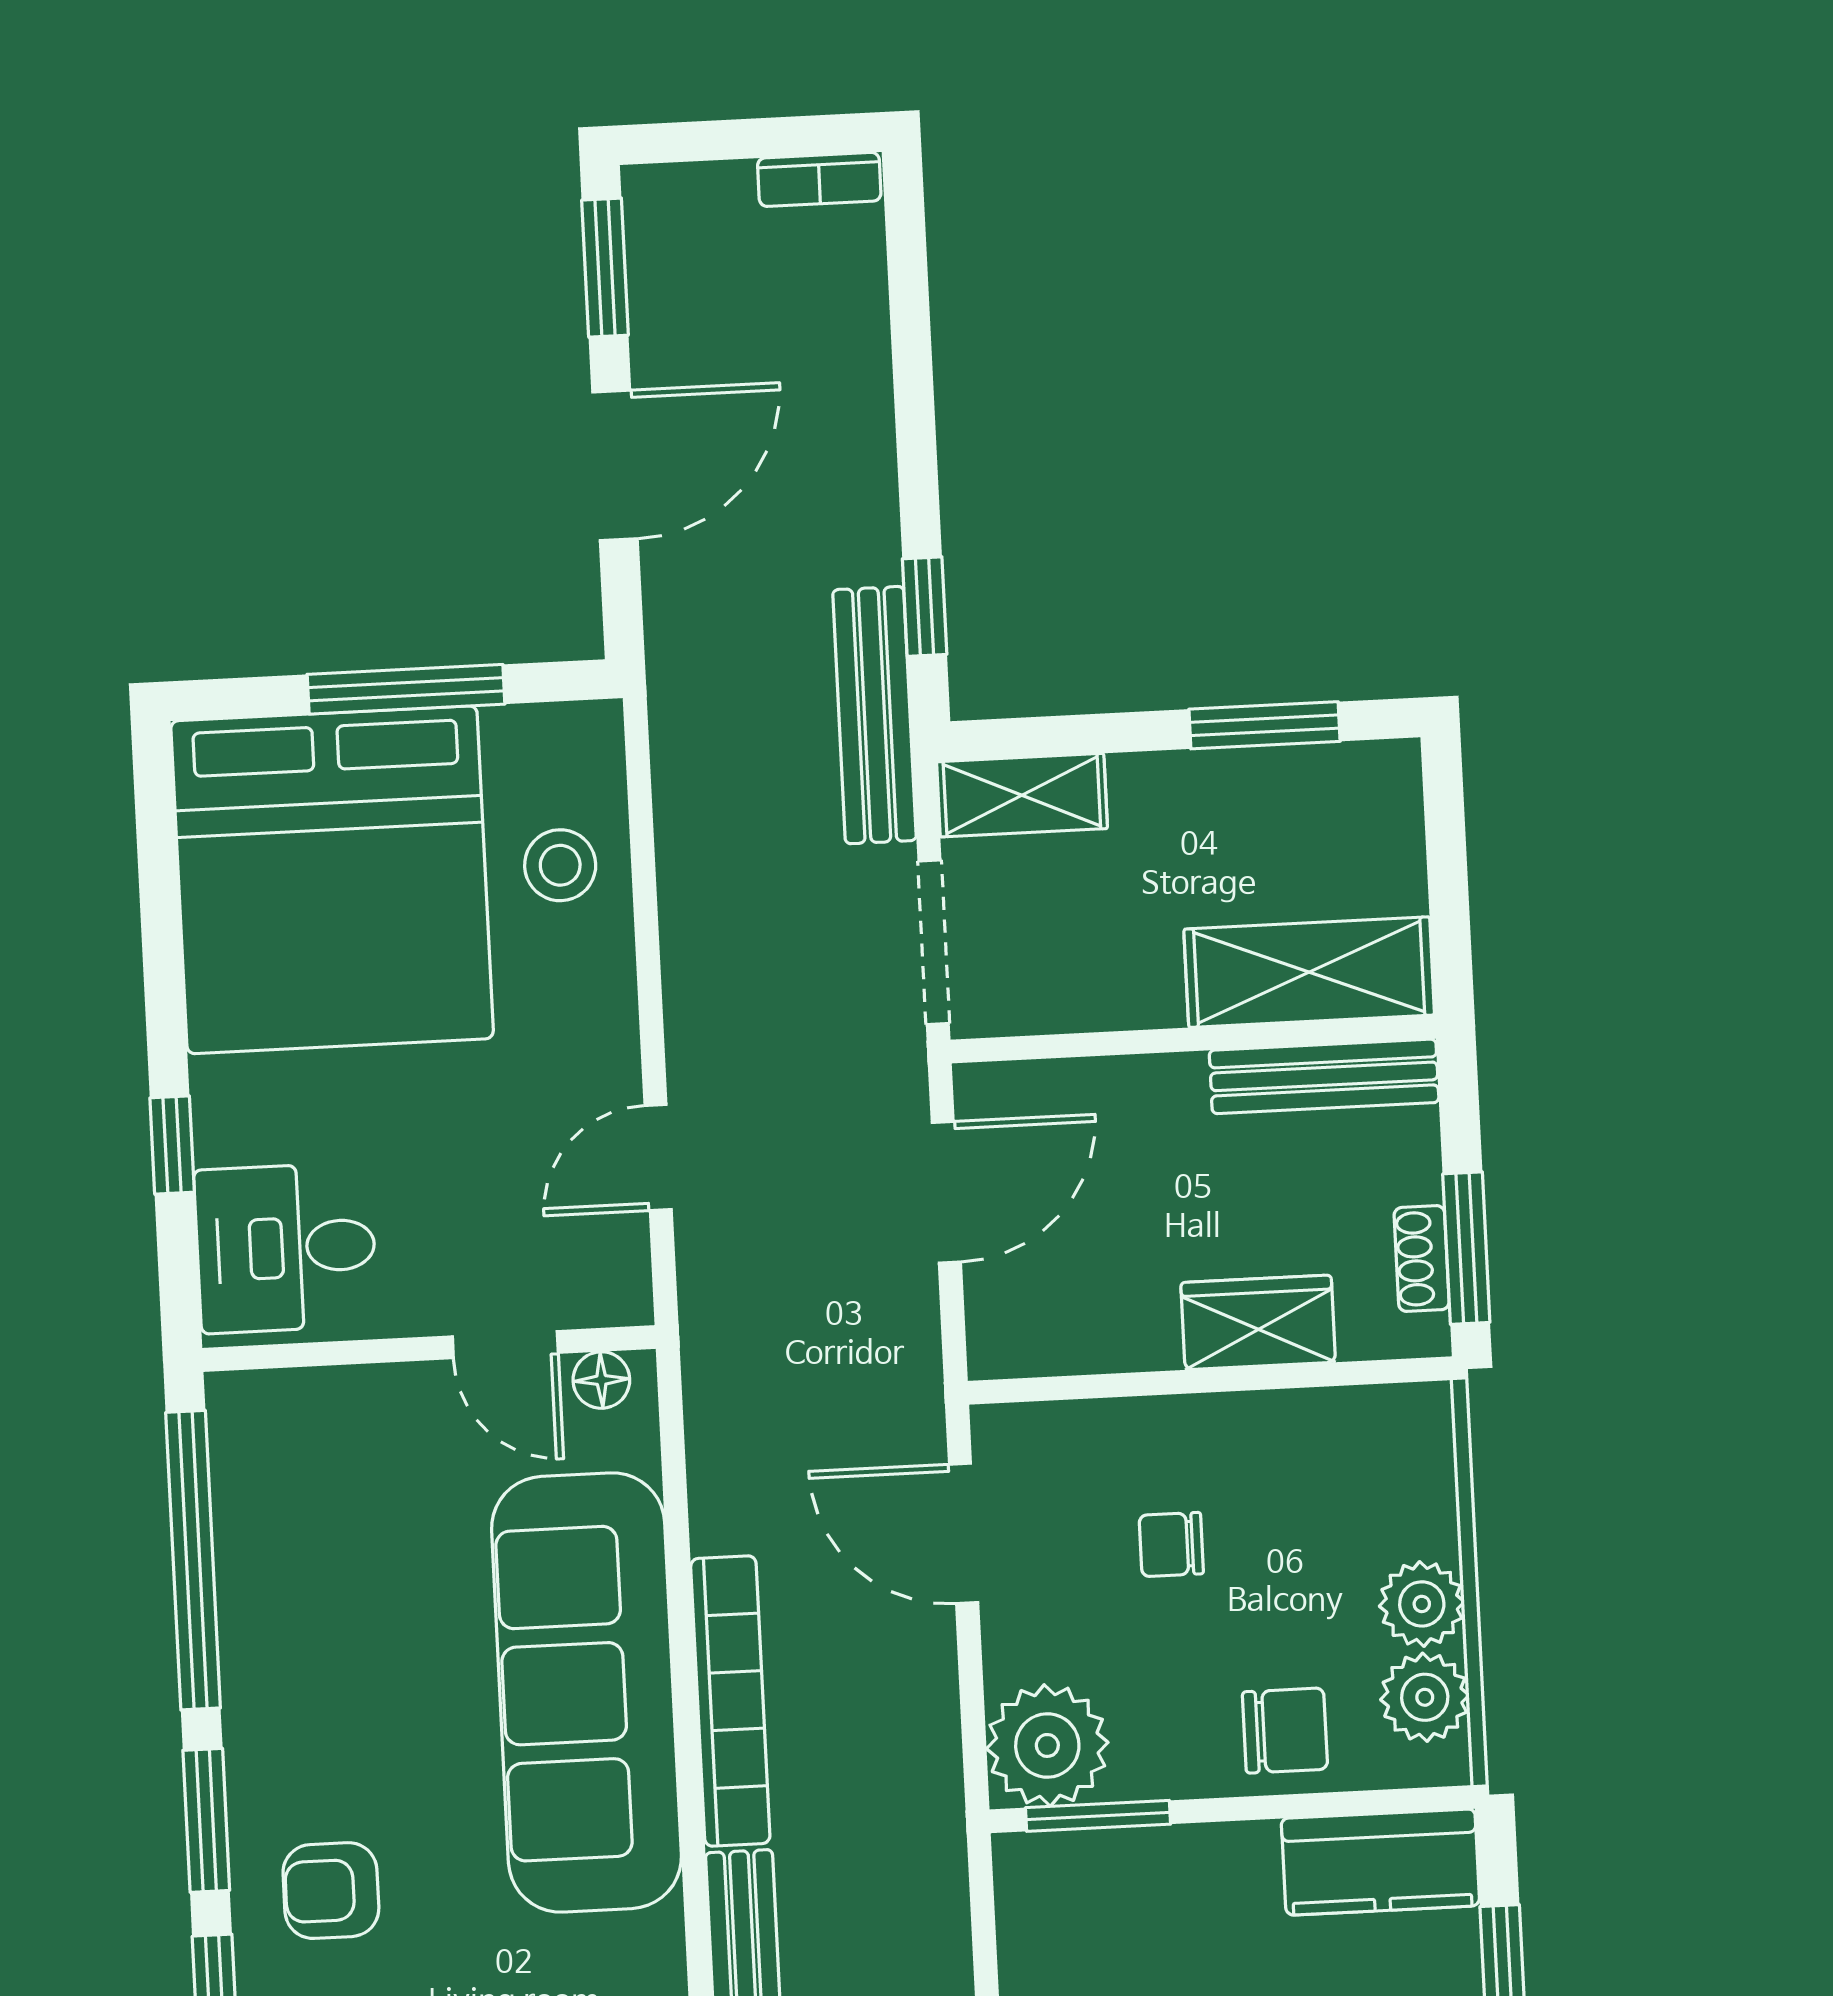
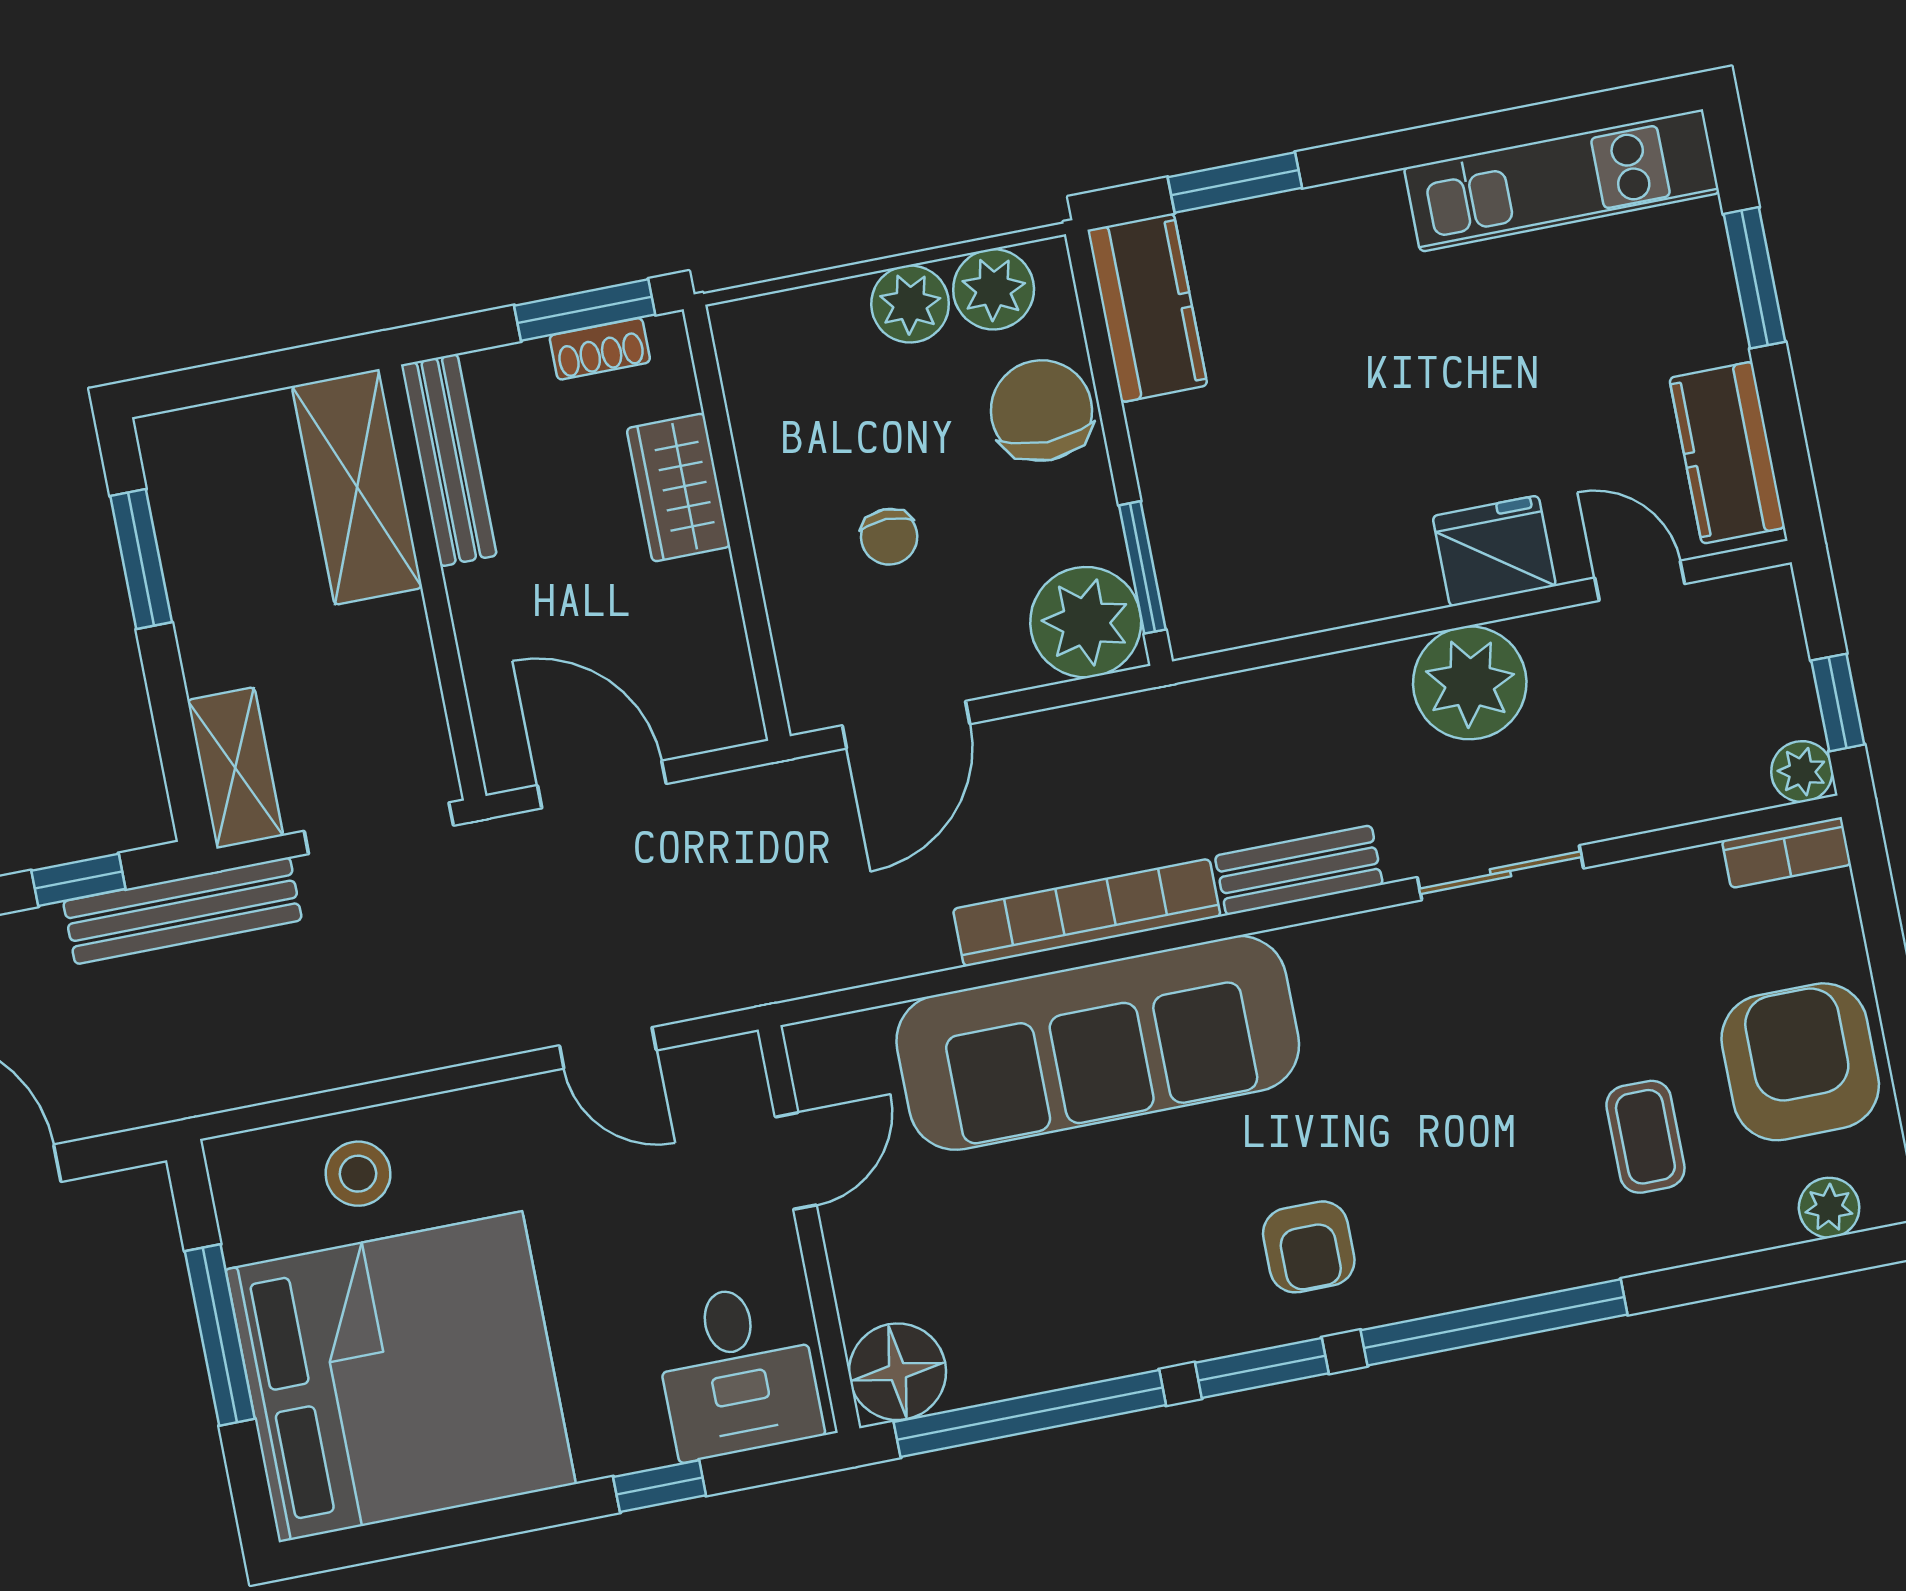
floor lamp: (601, 1380) -> (898, 1372), moved, width x1.89, depth x1.89
chair: (1285, 1731) -> (1041, 411), width x1.37, depth x1.37

